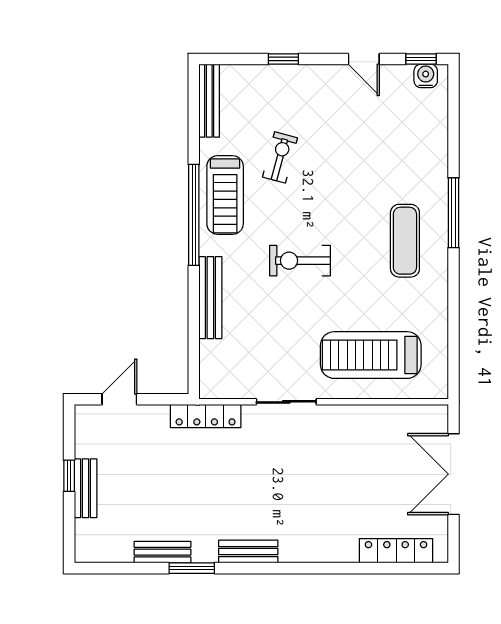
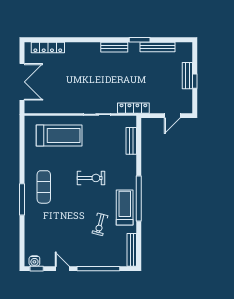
window: (283, 59) -> (98, 269), width x3.17
bench: (210, 298) -> (131, 141), moved, width x0.73
bench: (162, 552) -> (157, 47), width x1.36

